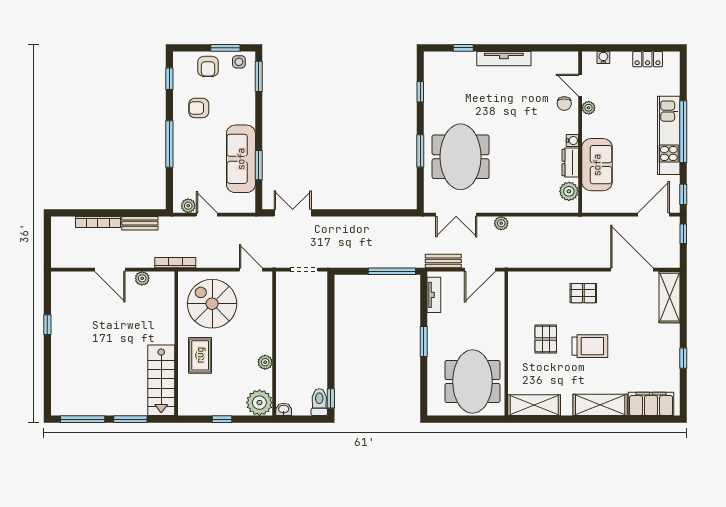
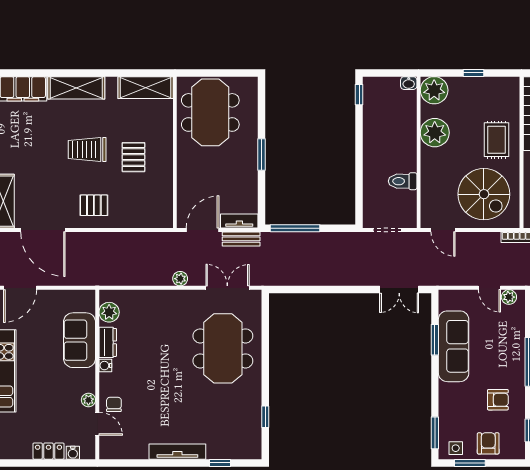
locker: (648, 59) -> (48, 451), moved
window: (420, 151) -> (265, 355), removed
tv unit: (434, 295) -> (239, 221), moved, turned 90
plant: (265, 362) -> (435, 133), width x1.88, depth x1.88
toilet: (319, 402) -> (403, 181), moved, turned 90

